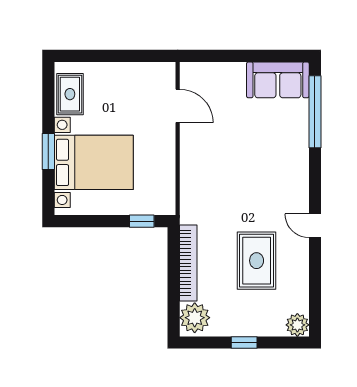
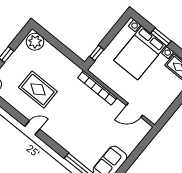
bookcase: (188, 263) -> (97, 88), moved

